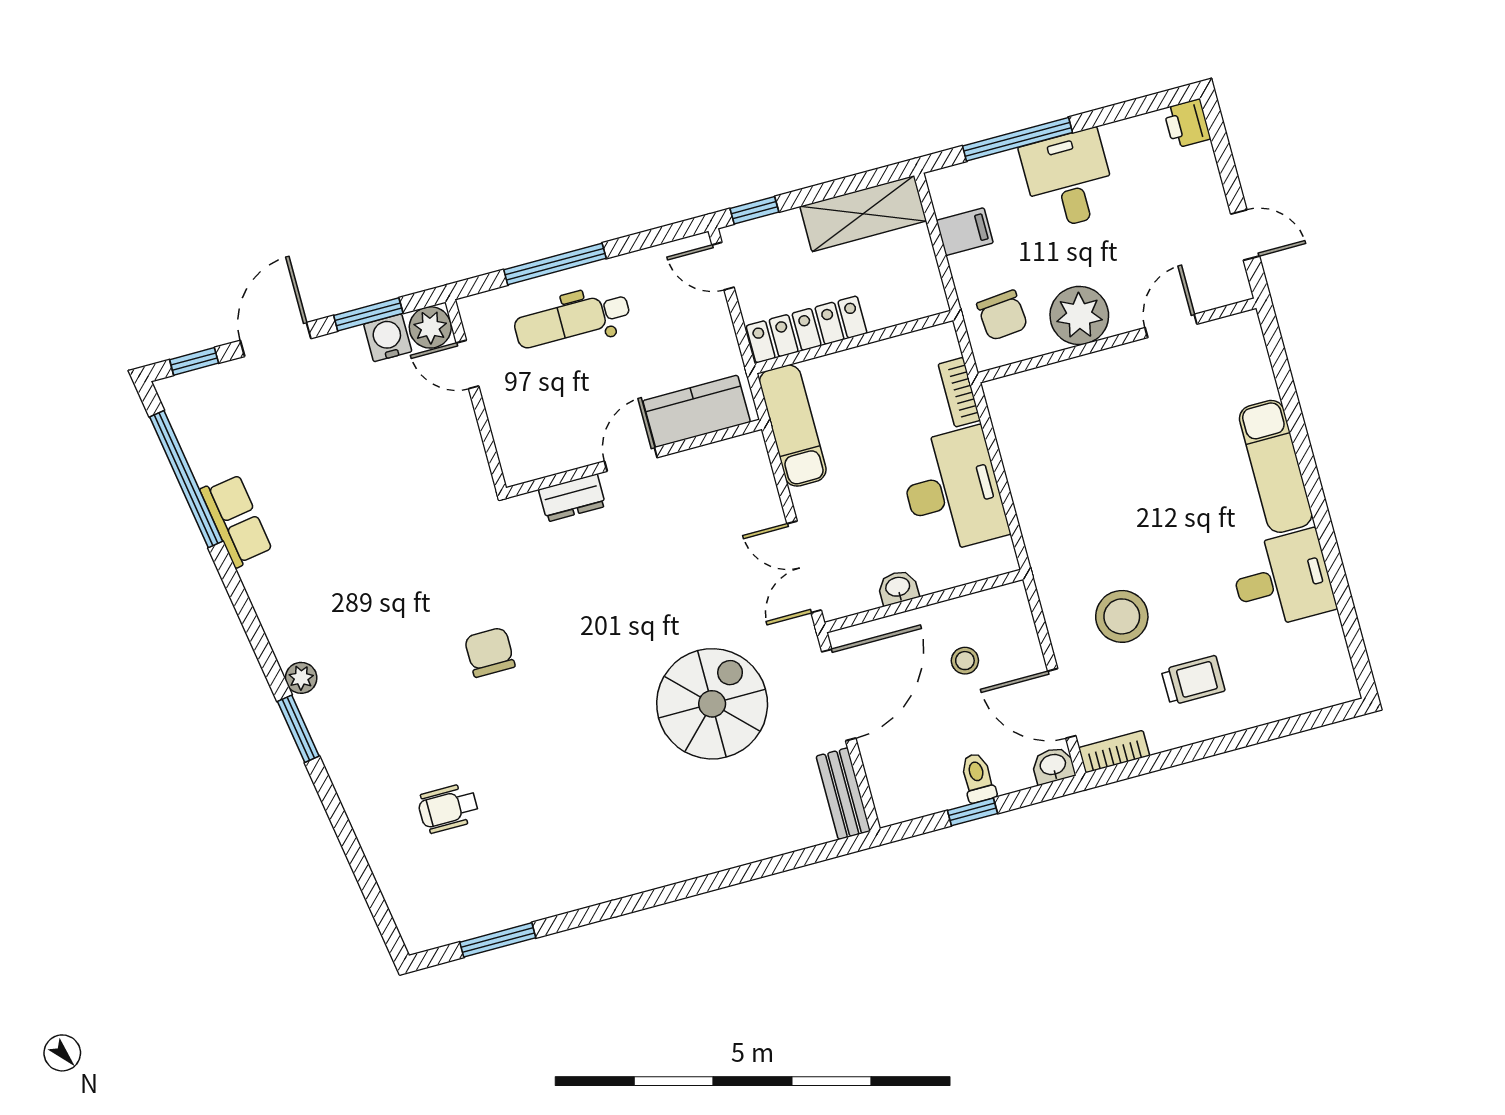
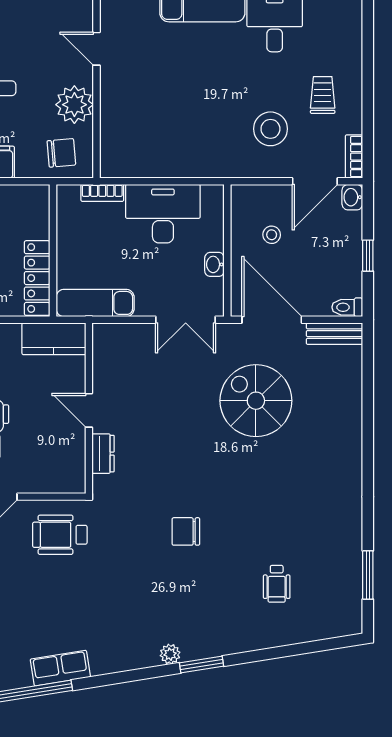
kitchen counter: (697, 411) -> (54, 339), moved, turned -90
wheelchair: (434, 466) -> (60, 535), added
toilet: (978, 778) -> (347, 307), moved

